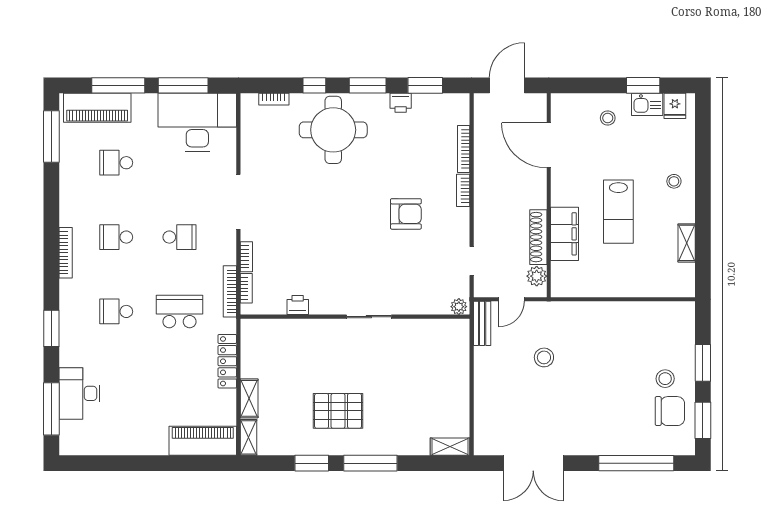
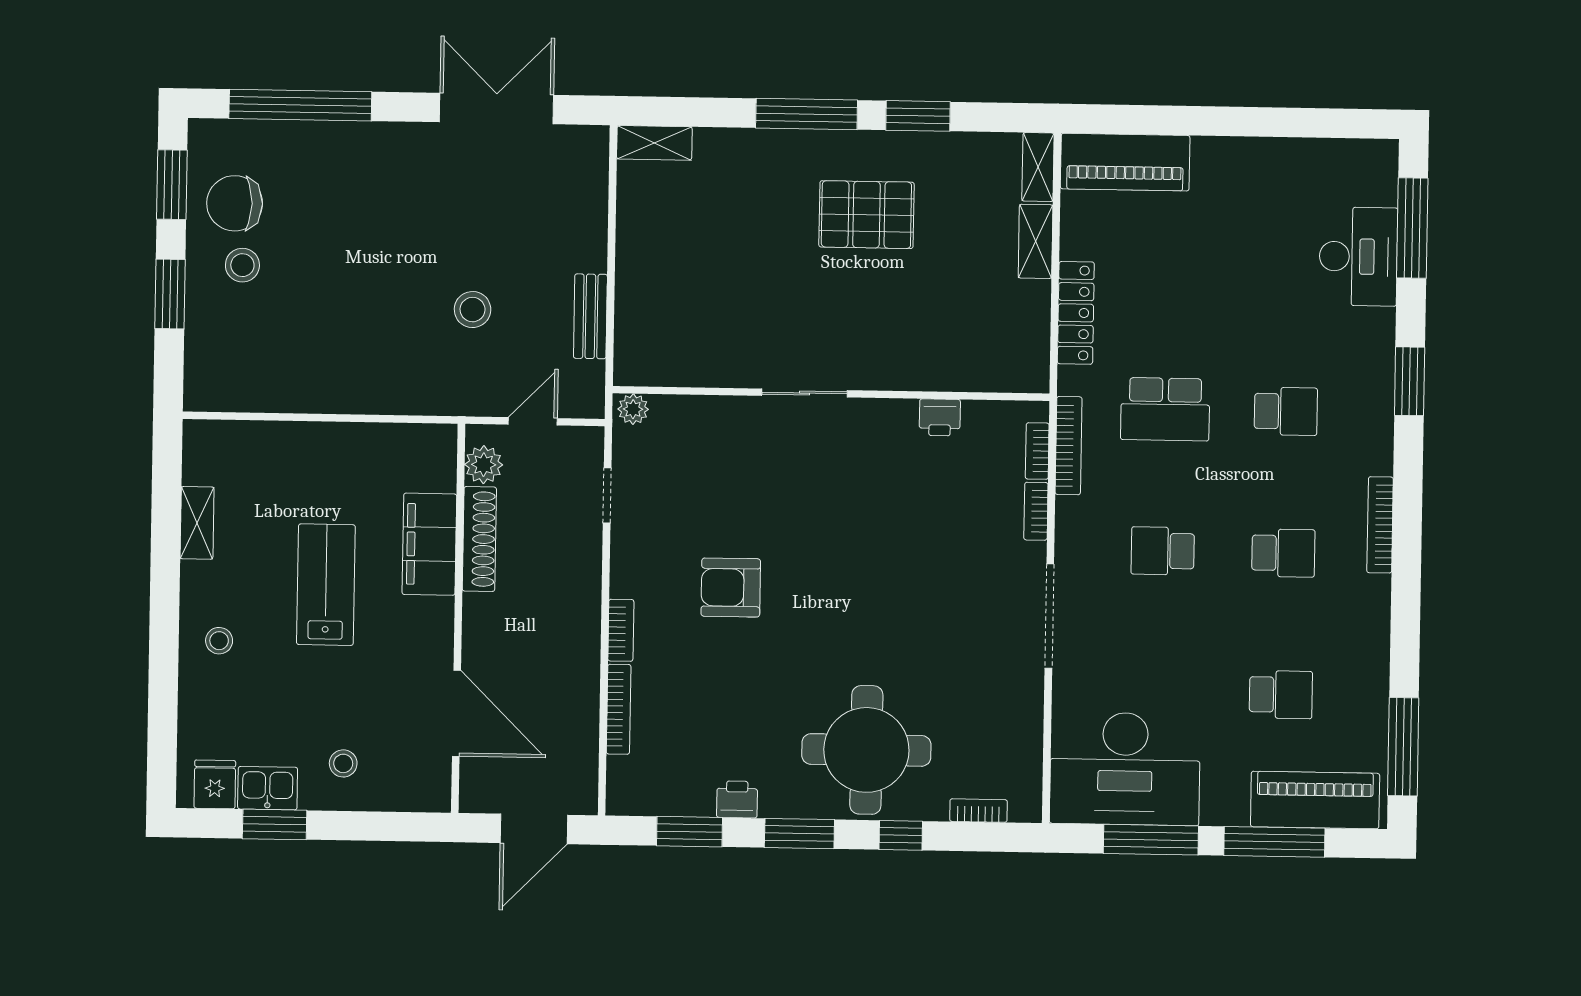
bench: (482, 323) -> (590, 316), moved

